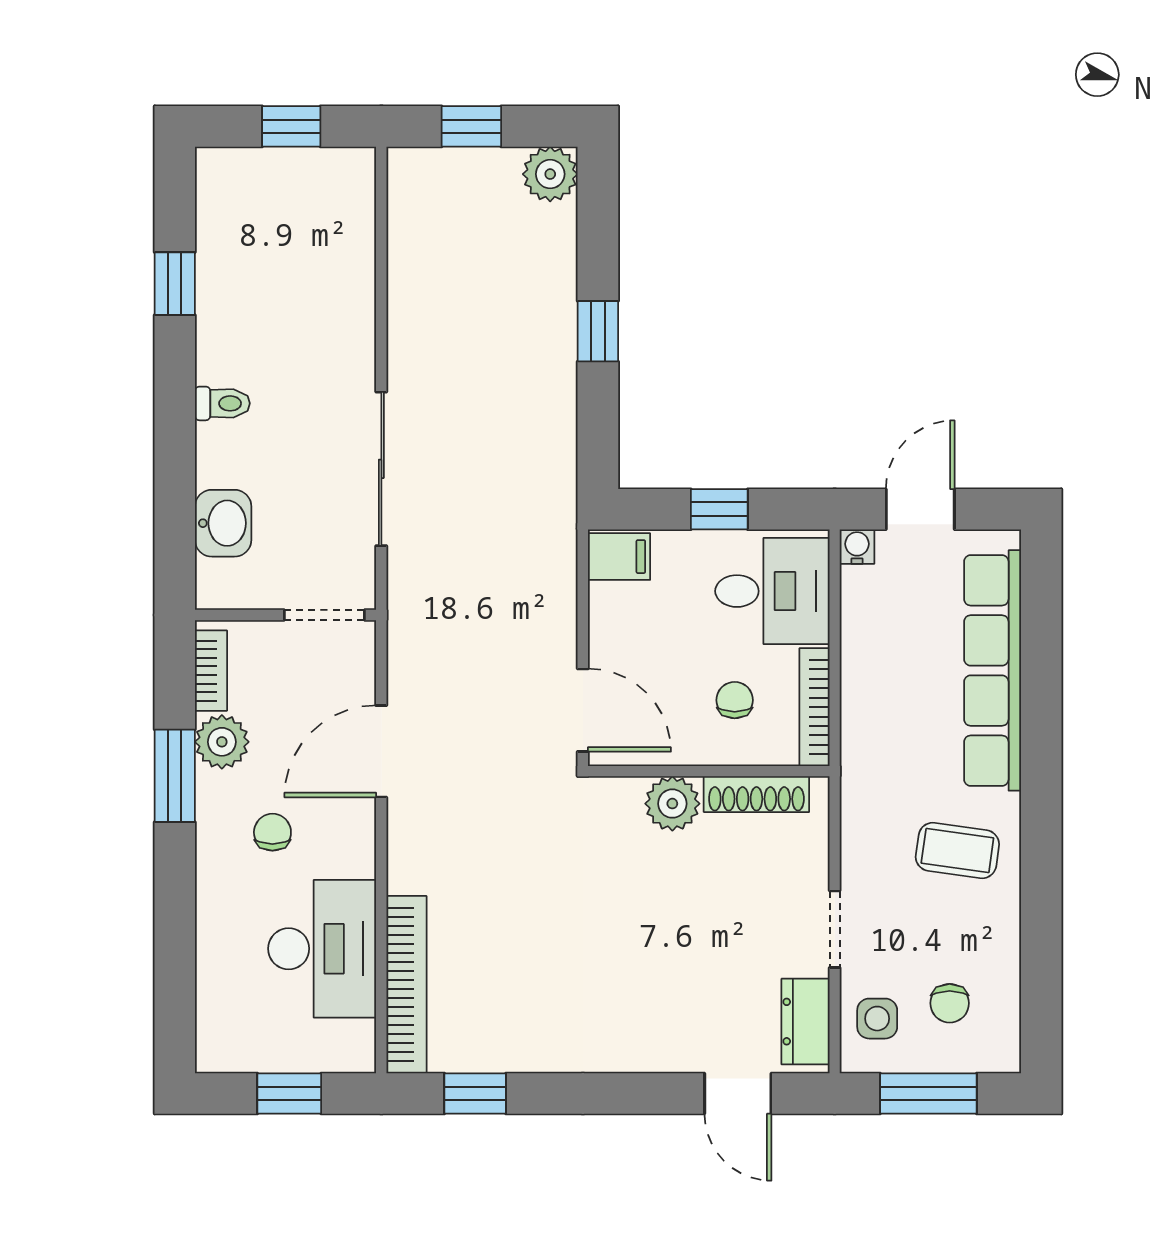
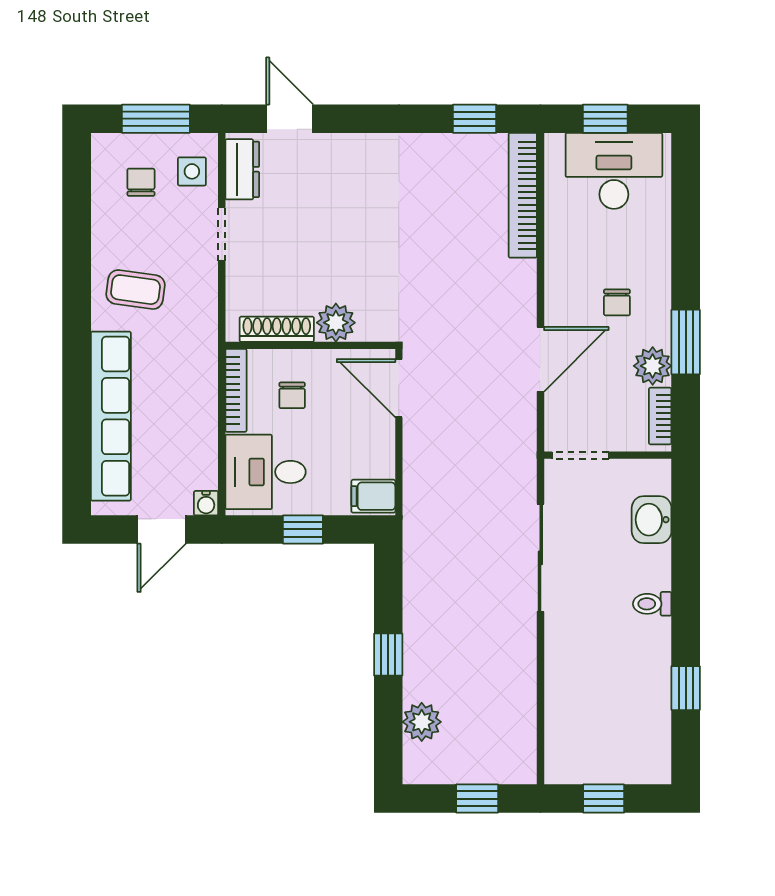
plant: (550, 174) -> (422, 722), moved
desk: (322, 949) -> (614, 171), moved, turned 90

